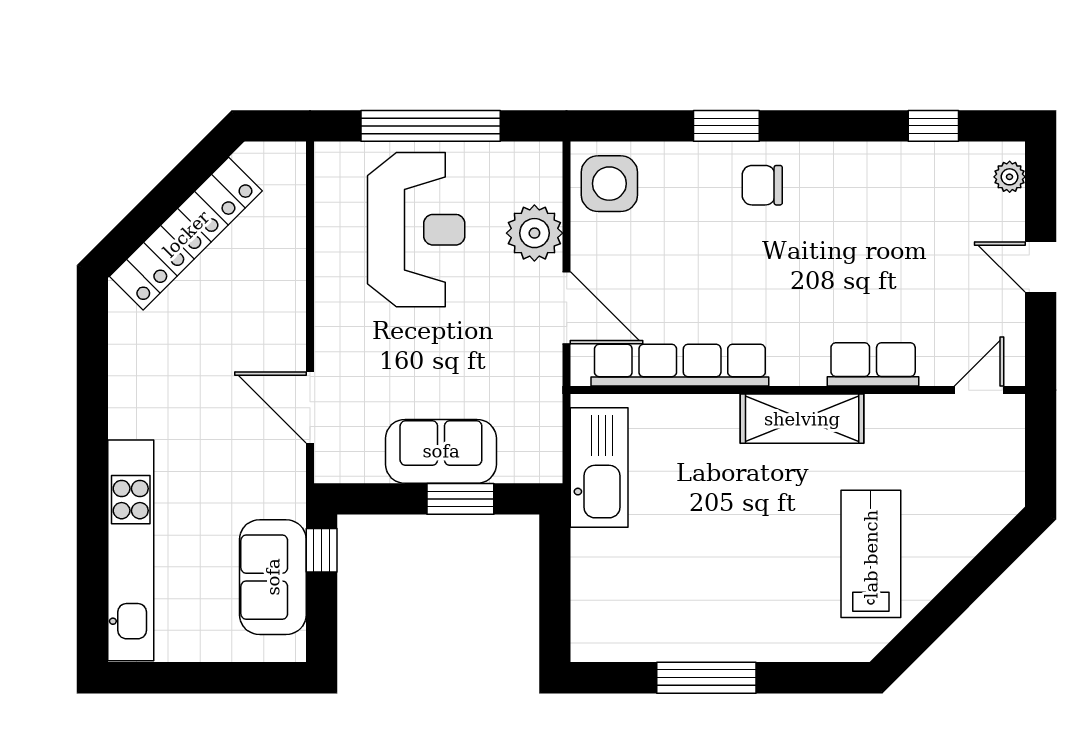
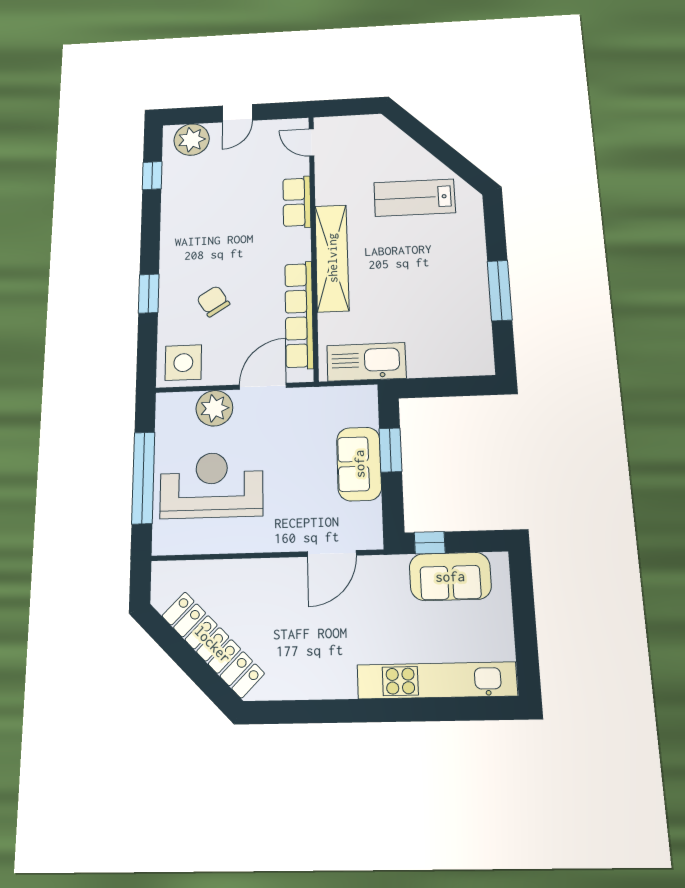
plant: (1010, 177) -> (192, 140), width x1.87, depth x1.87
chair: (762, 185) -> (213, 301), moved, turned 148
shelving: (802, 419) -> (332, 258), width x1.47

